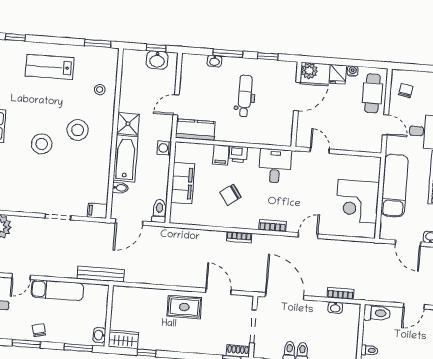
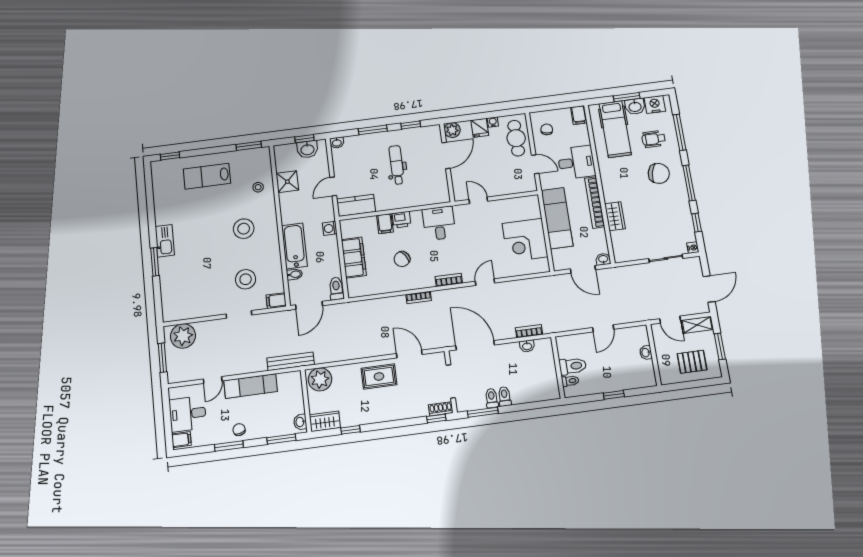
washbasin: (215, 61) -> (337, 143), moved
shower: (128, 124) -> (287, 182), moved
stool: (42, 144) -> (246, 279), moved
plant: (126, 298) -> (320, 379), added
toilet: (377, 313) -> (573, 366), moved

